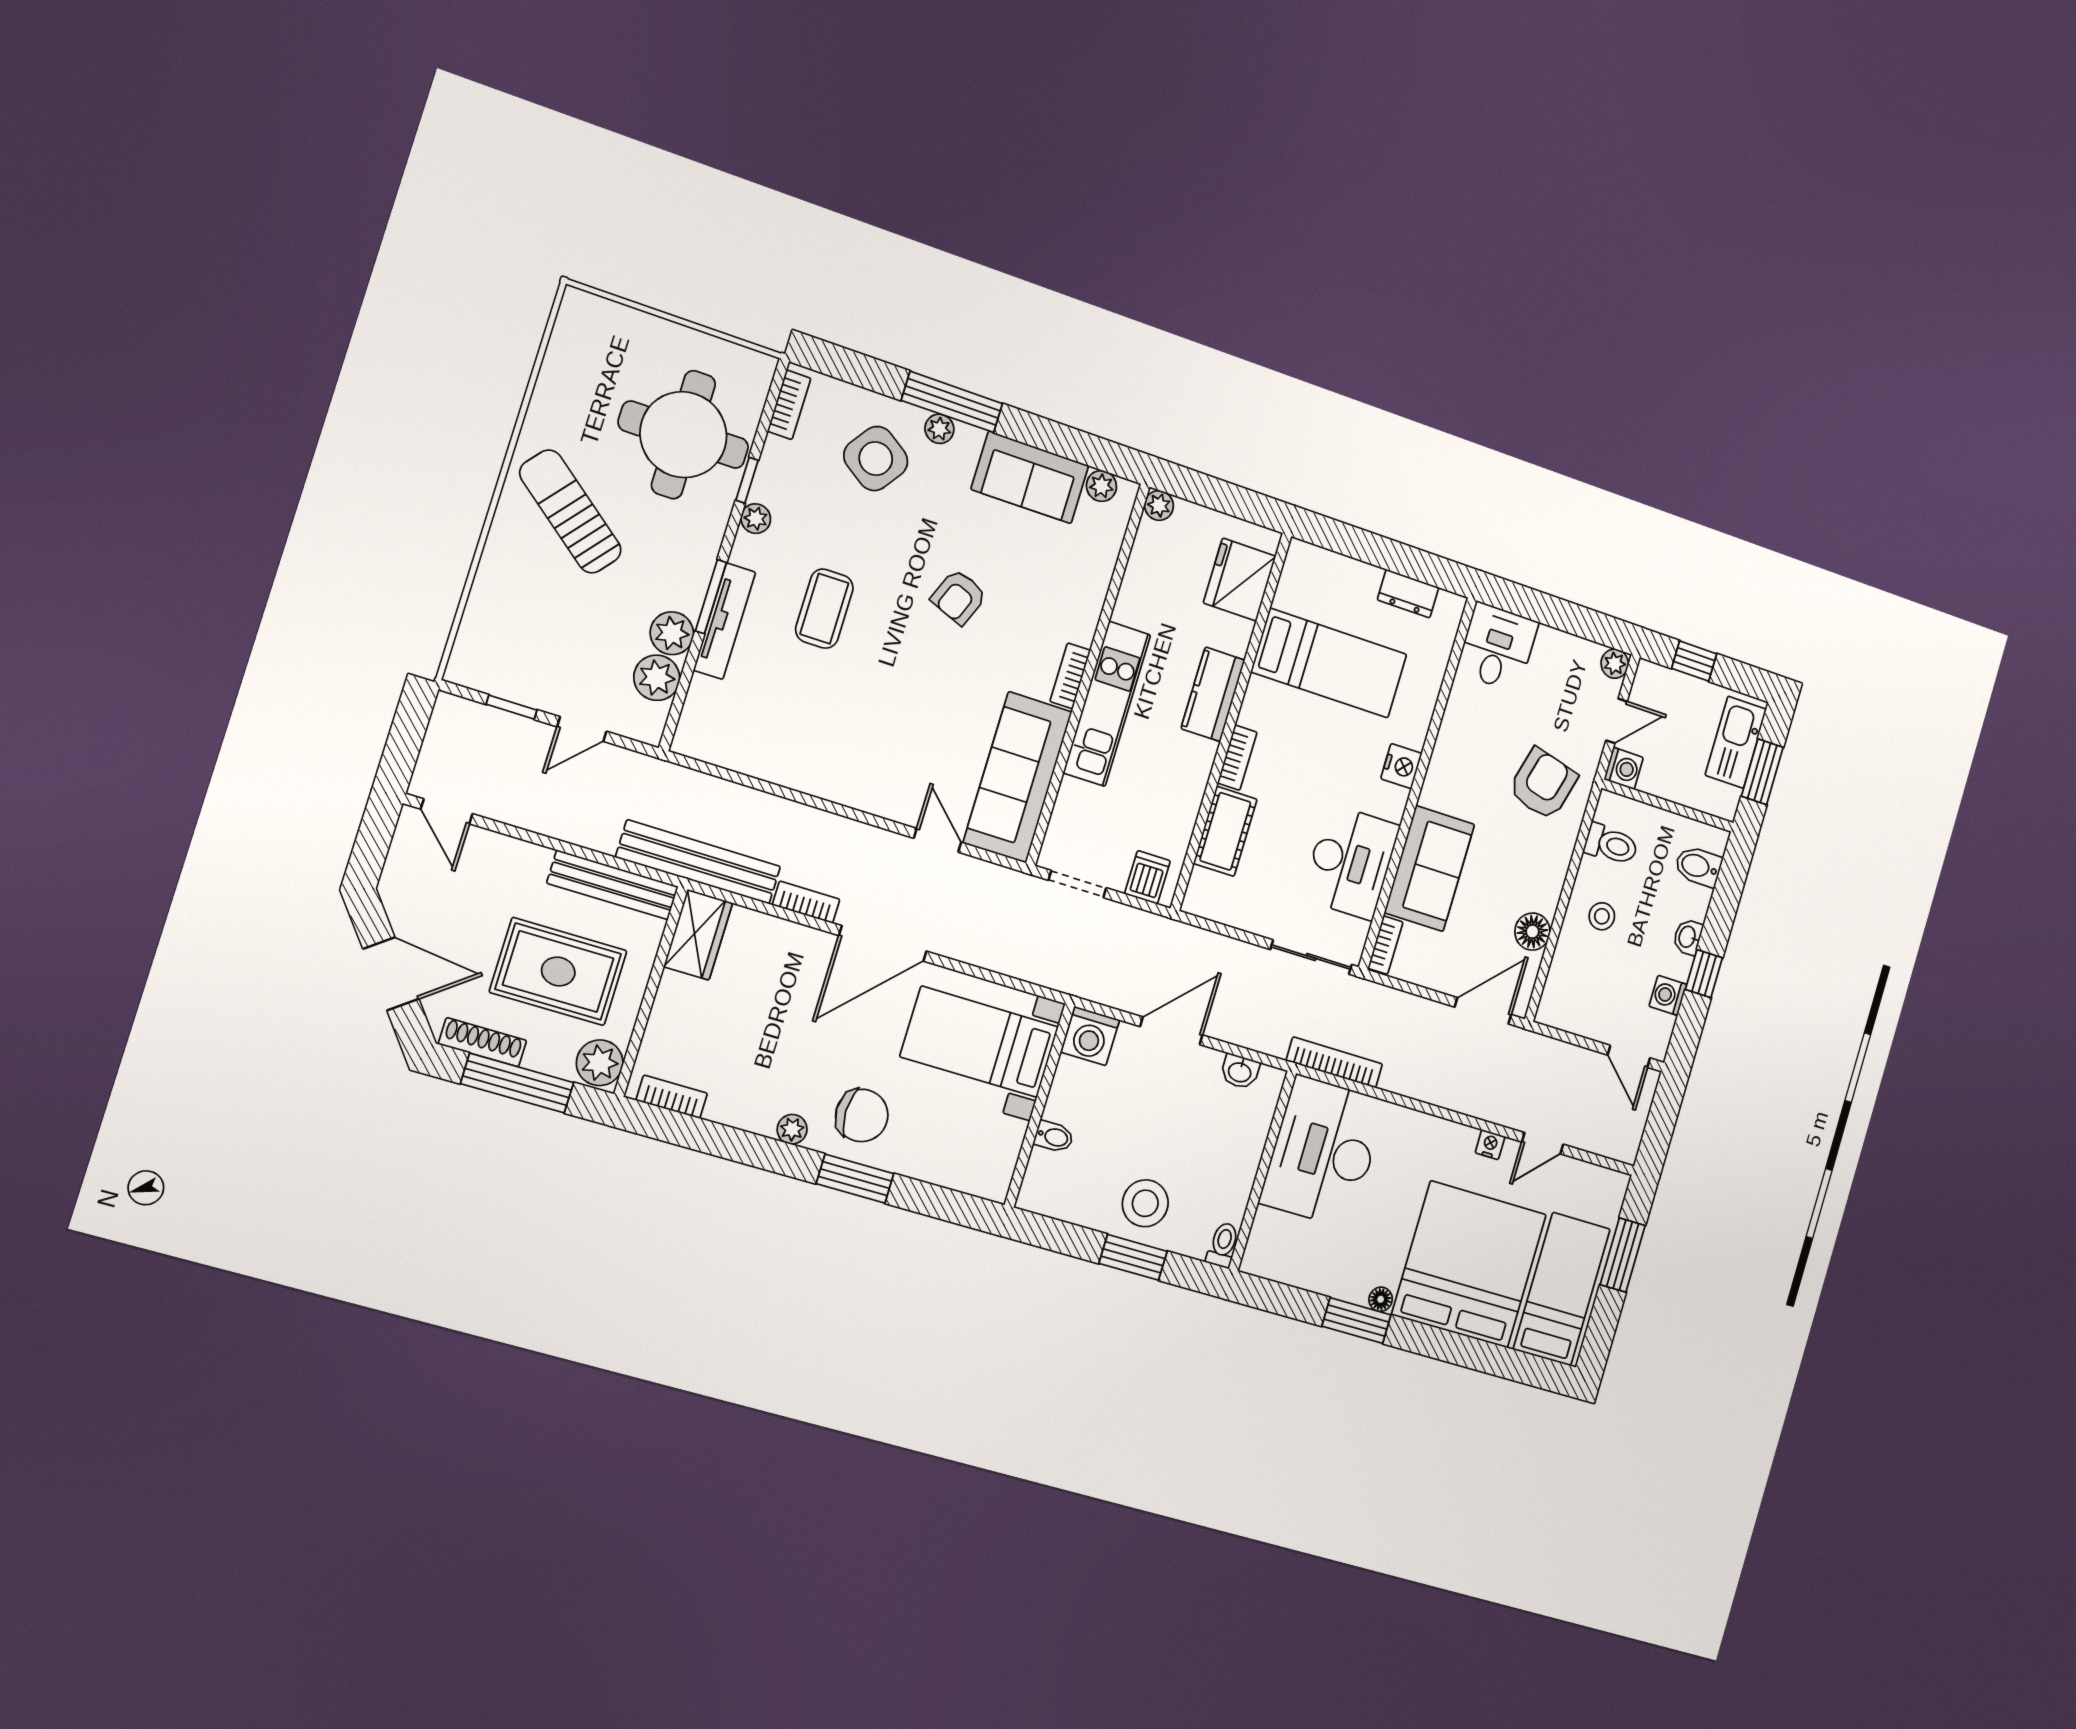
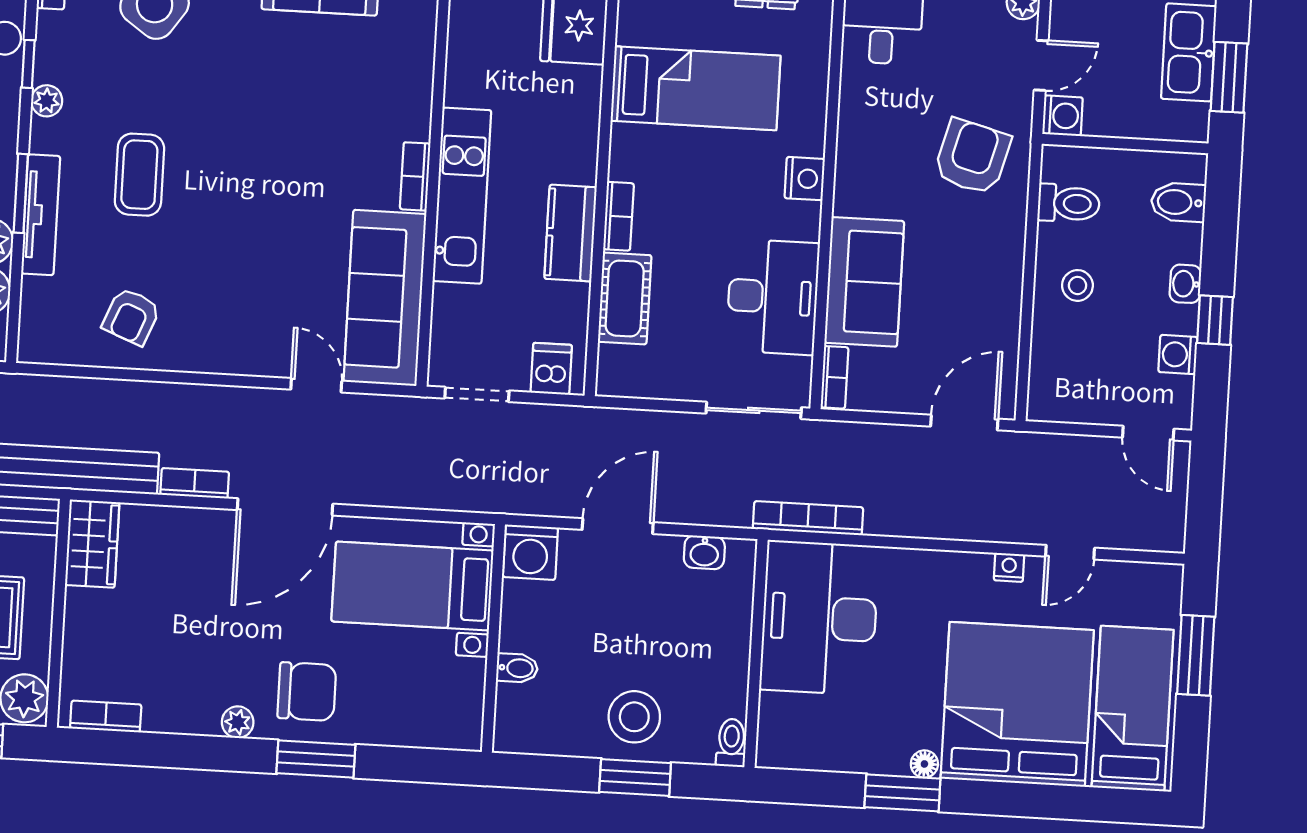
armchair: (959, 597) -> (131, 316), moved
kitchen counter: (1213, 694) -> (571, 233), moved
floor lamp: (1532, 932) -> (1000, 322), removed

